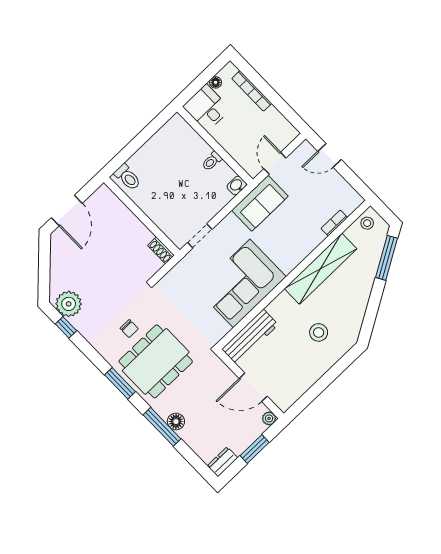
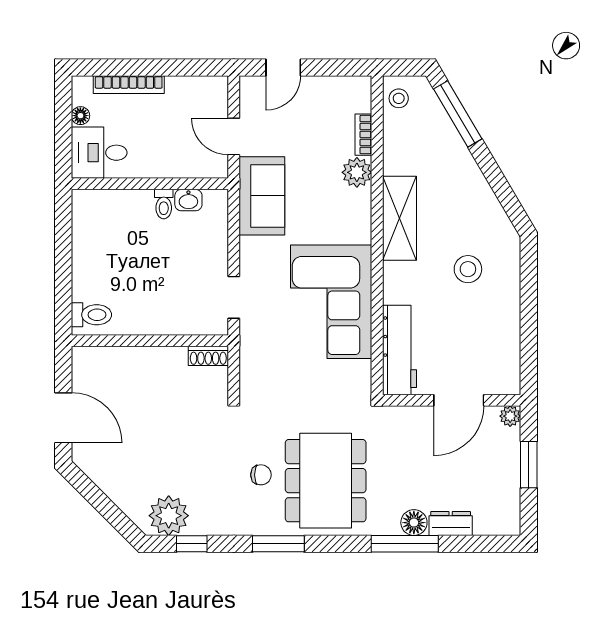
washbasin: (237, 186) -> (188, 200), moved, turned -90
plant: (314, 237) -> (357, 172), added
shelving: (321, 269) -> (399, 218), width x0.68
window: (120, 383) -> (278, 544), moved
dresser: (223, 462) -> (451, 523), moved, turned 90

